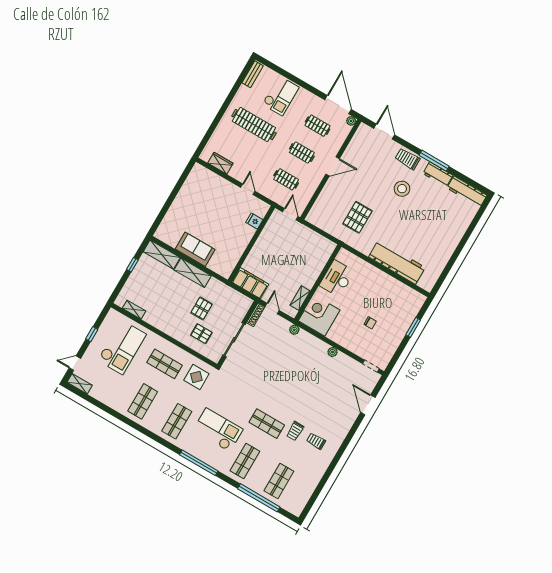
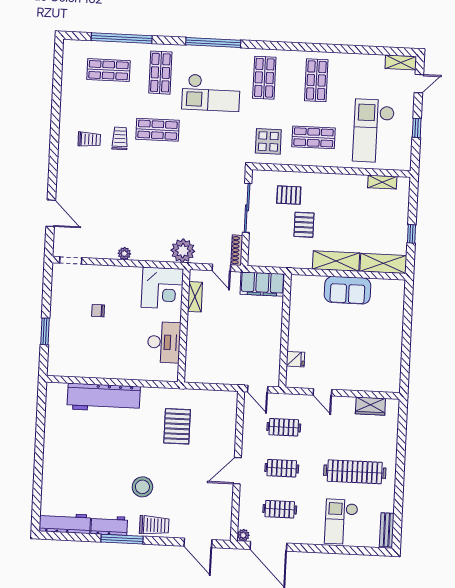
plant: (294, 330) -> (183, 251), width x1.88, depth x1.88
shop shelf: (279, 481) -> (108, 70), turned 90

